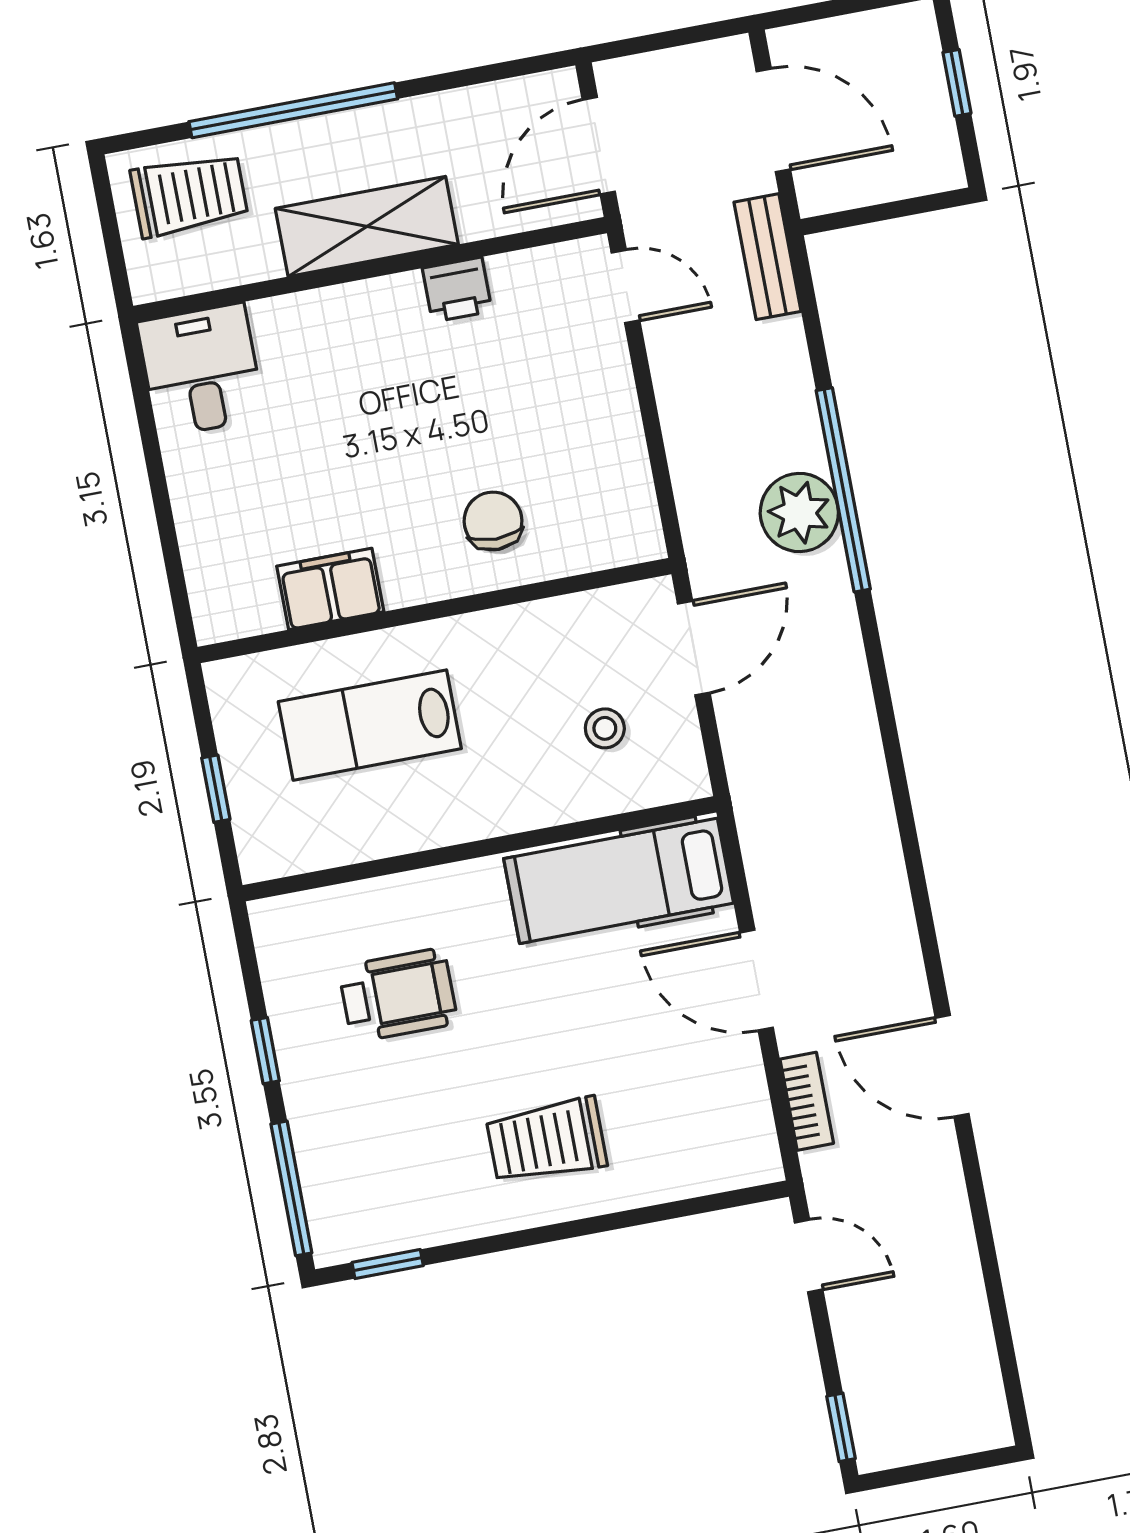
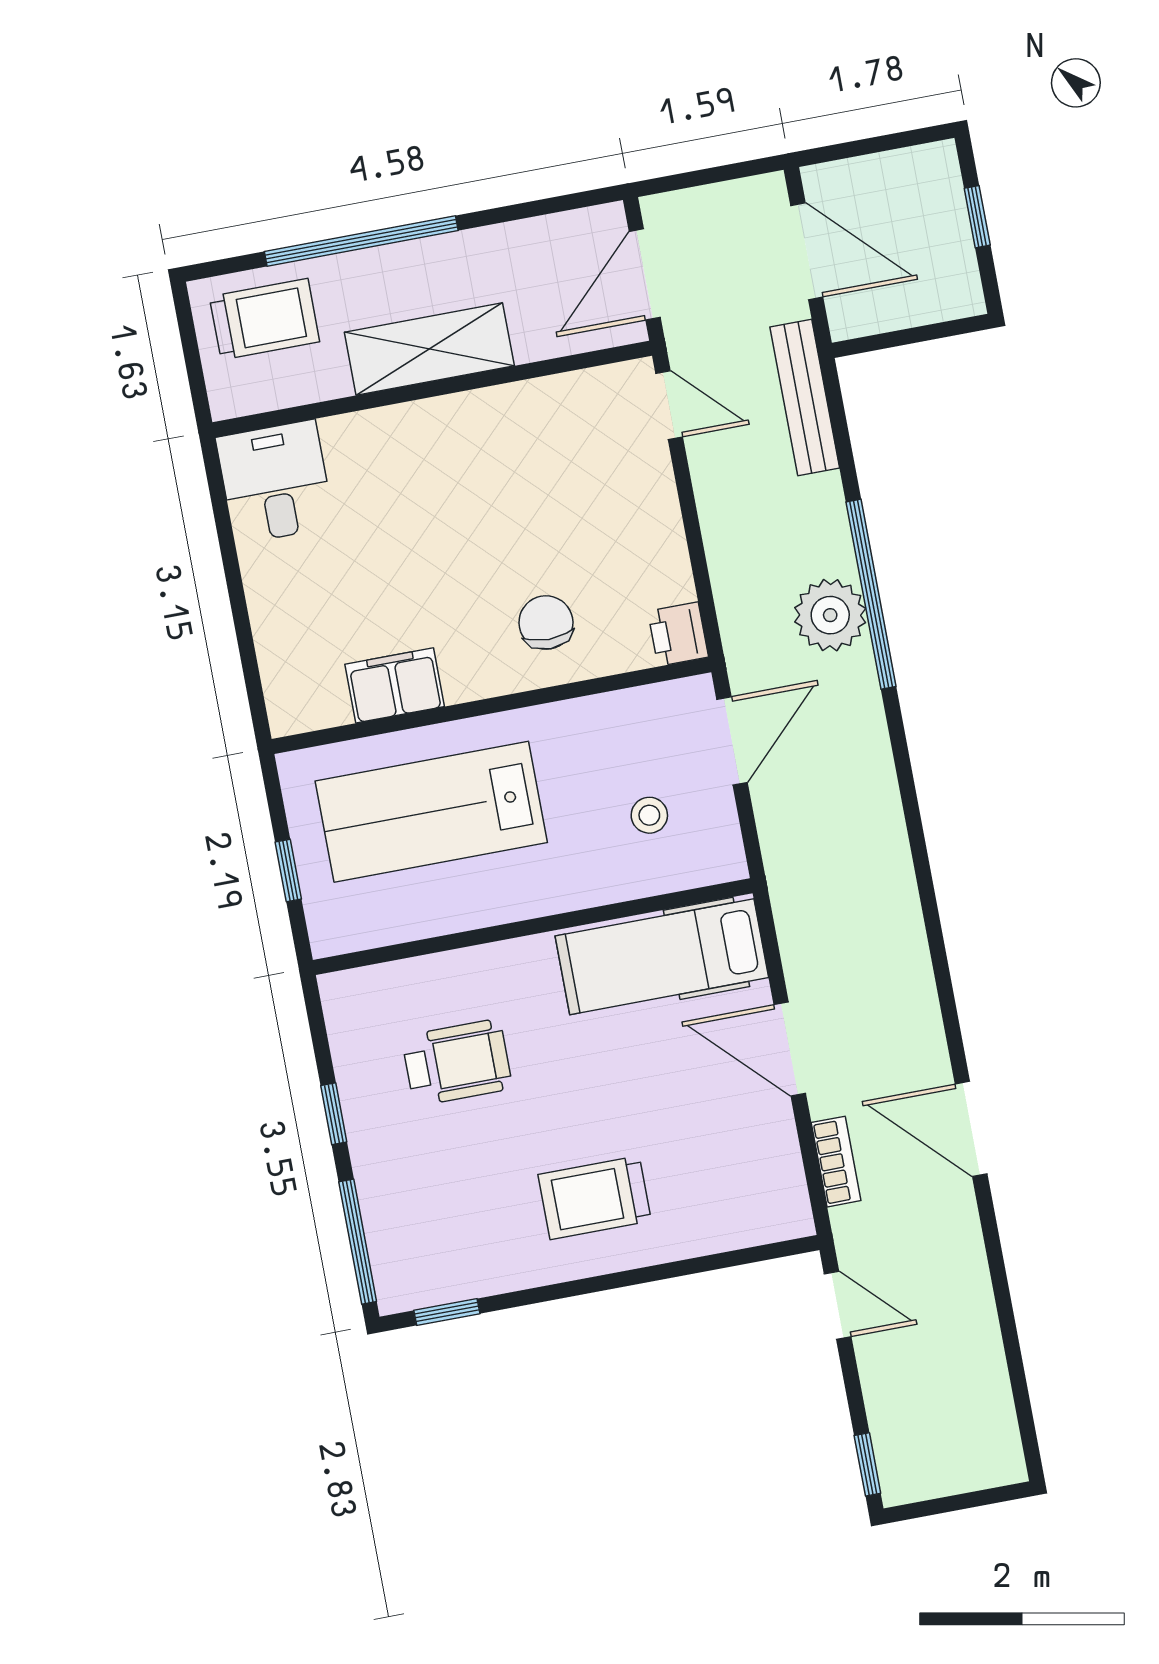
bench: (768, 257) -> (805, 398), width x1.36
printer: (457, 290) -> (678, 634), moved, turned 90
lab bench: (370, 725) -> (431, 812), width x1.36, depth x1.39

